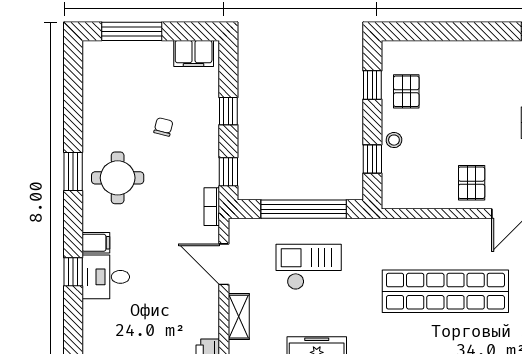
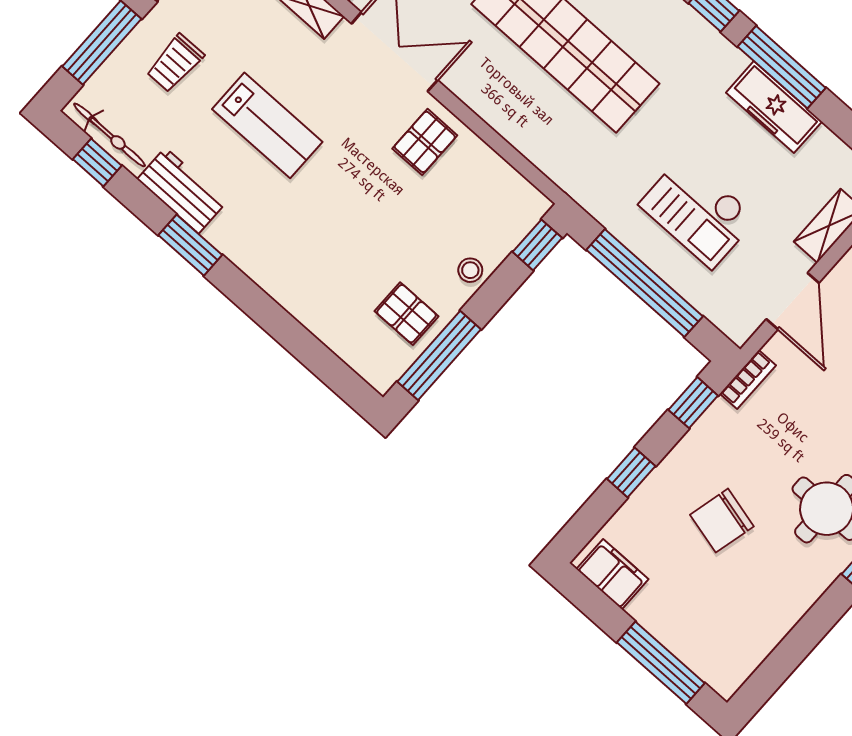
window: (372, 85) -> (439, 355), width x2.17
pallet: (406, 91) -> (406, 314), turned 90
chair: (163, 127) -> (722, 521), width x1.87, depth x1.87
window: (372, 159) -> (537, 245), moved

